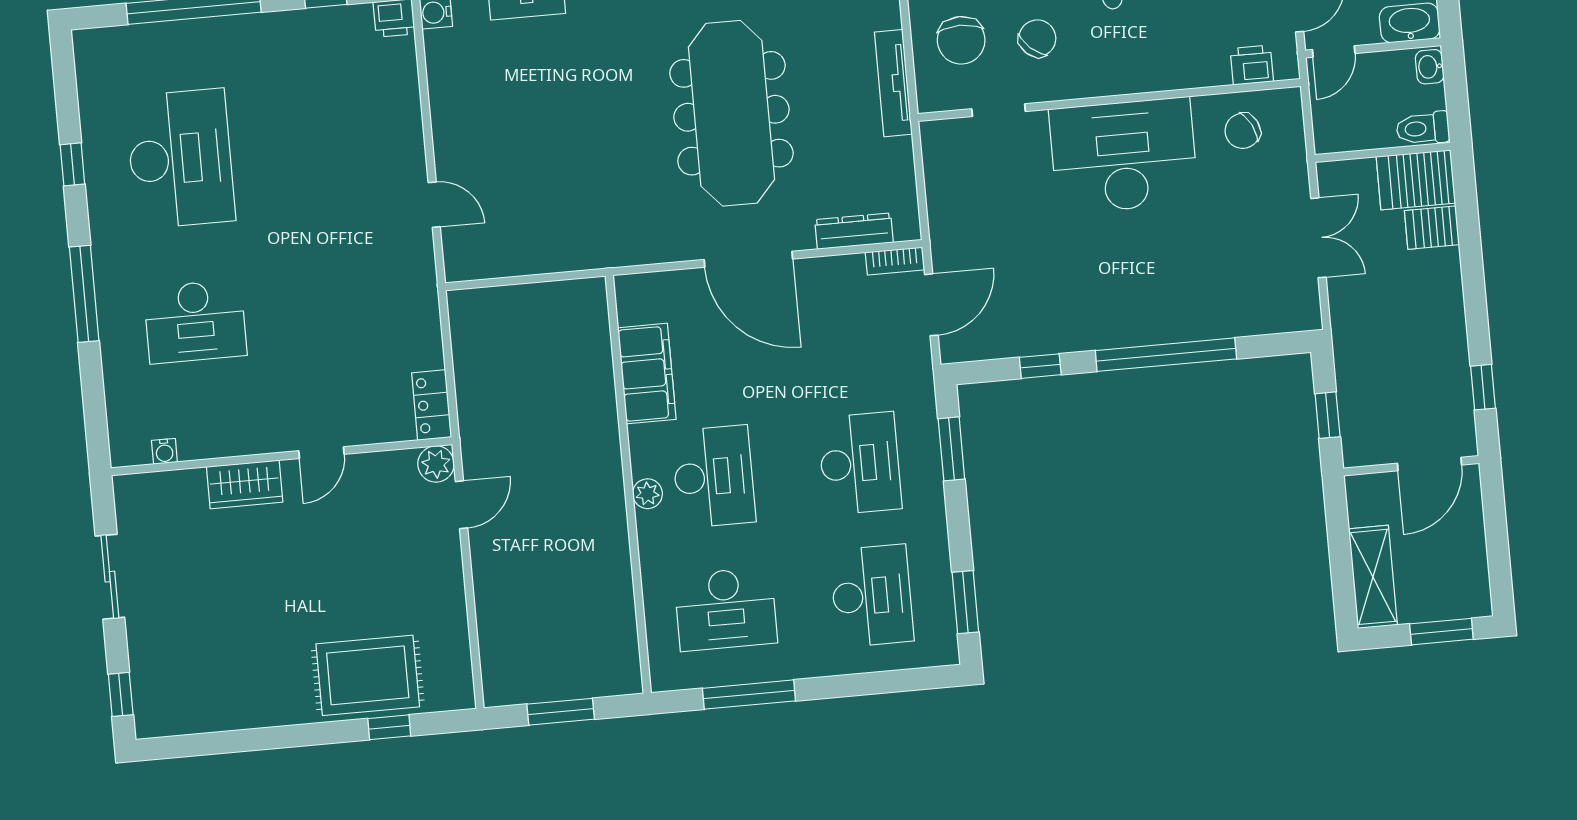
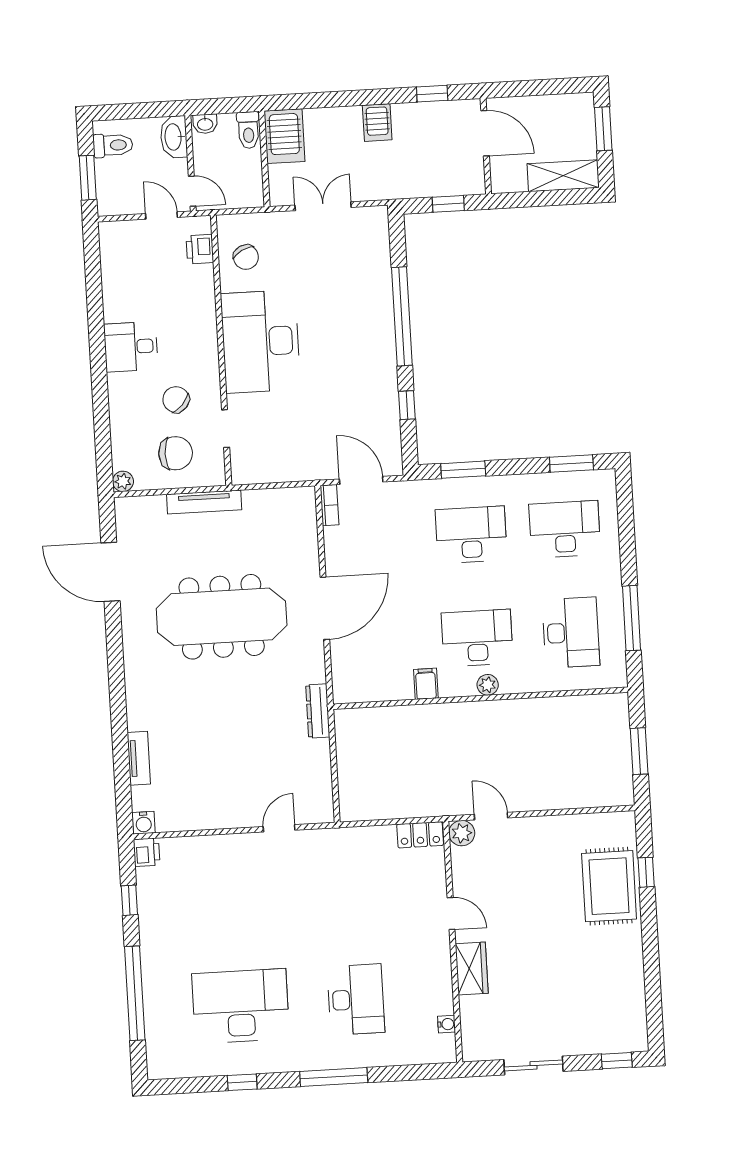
server rack: (1432, 228) -> (377, 123), moved
dresser: (854, 231) -> (318, 711), moved
filing cabinet: (647, 374) -> (426, 684), width x0.33, depth x0.86

